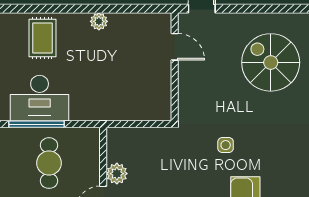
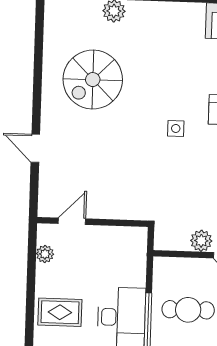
door: (175, 47) -> (72, 221), moved
wall: (175, 67) -> (93, 222), moved

